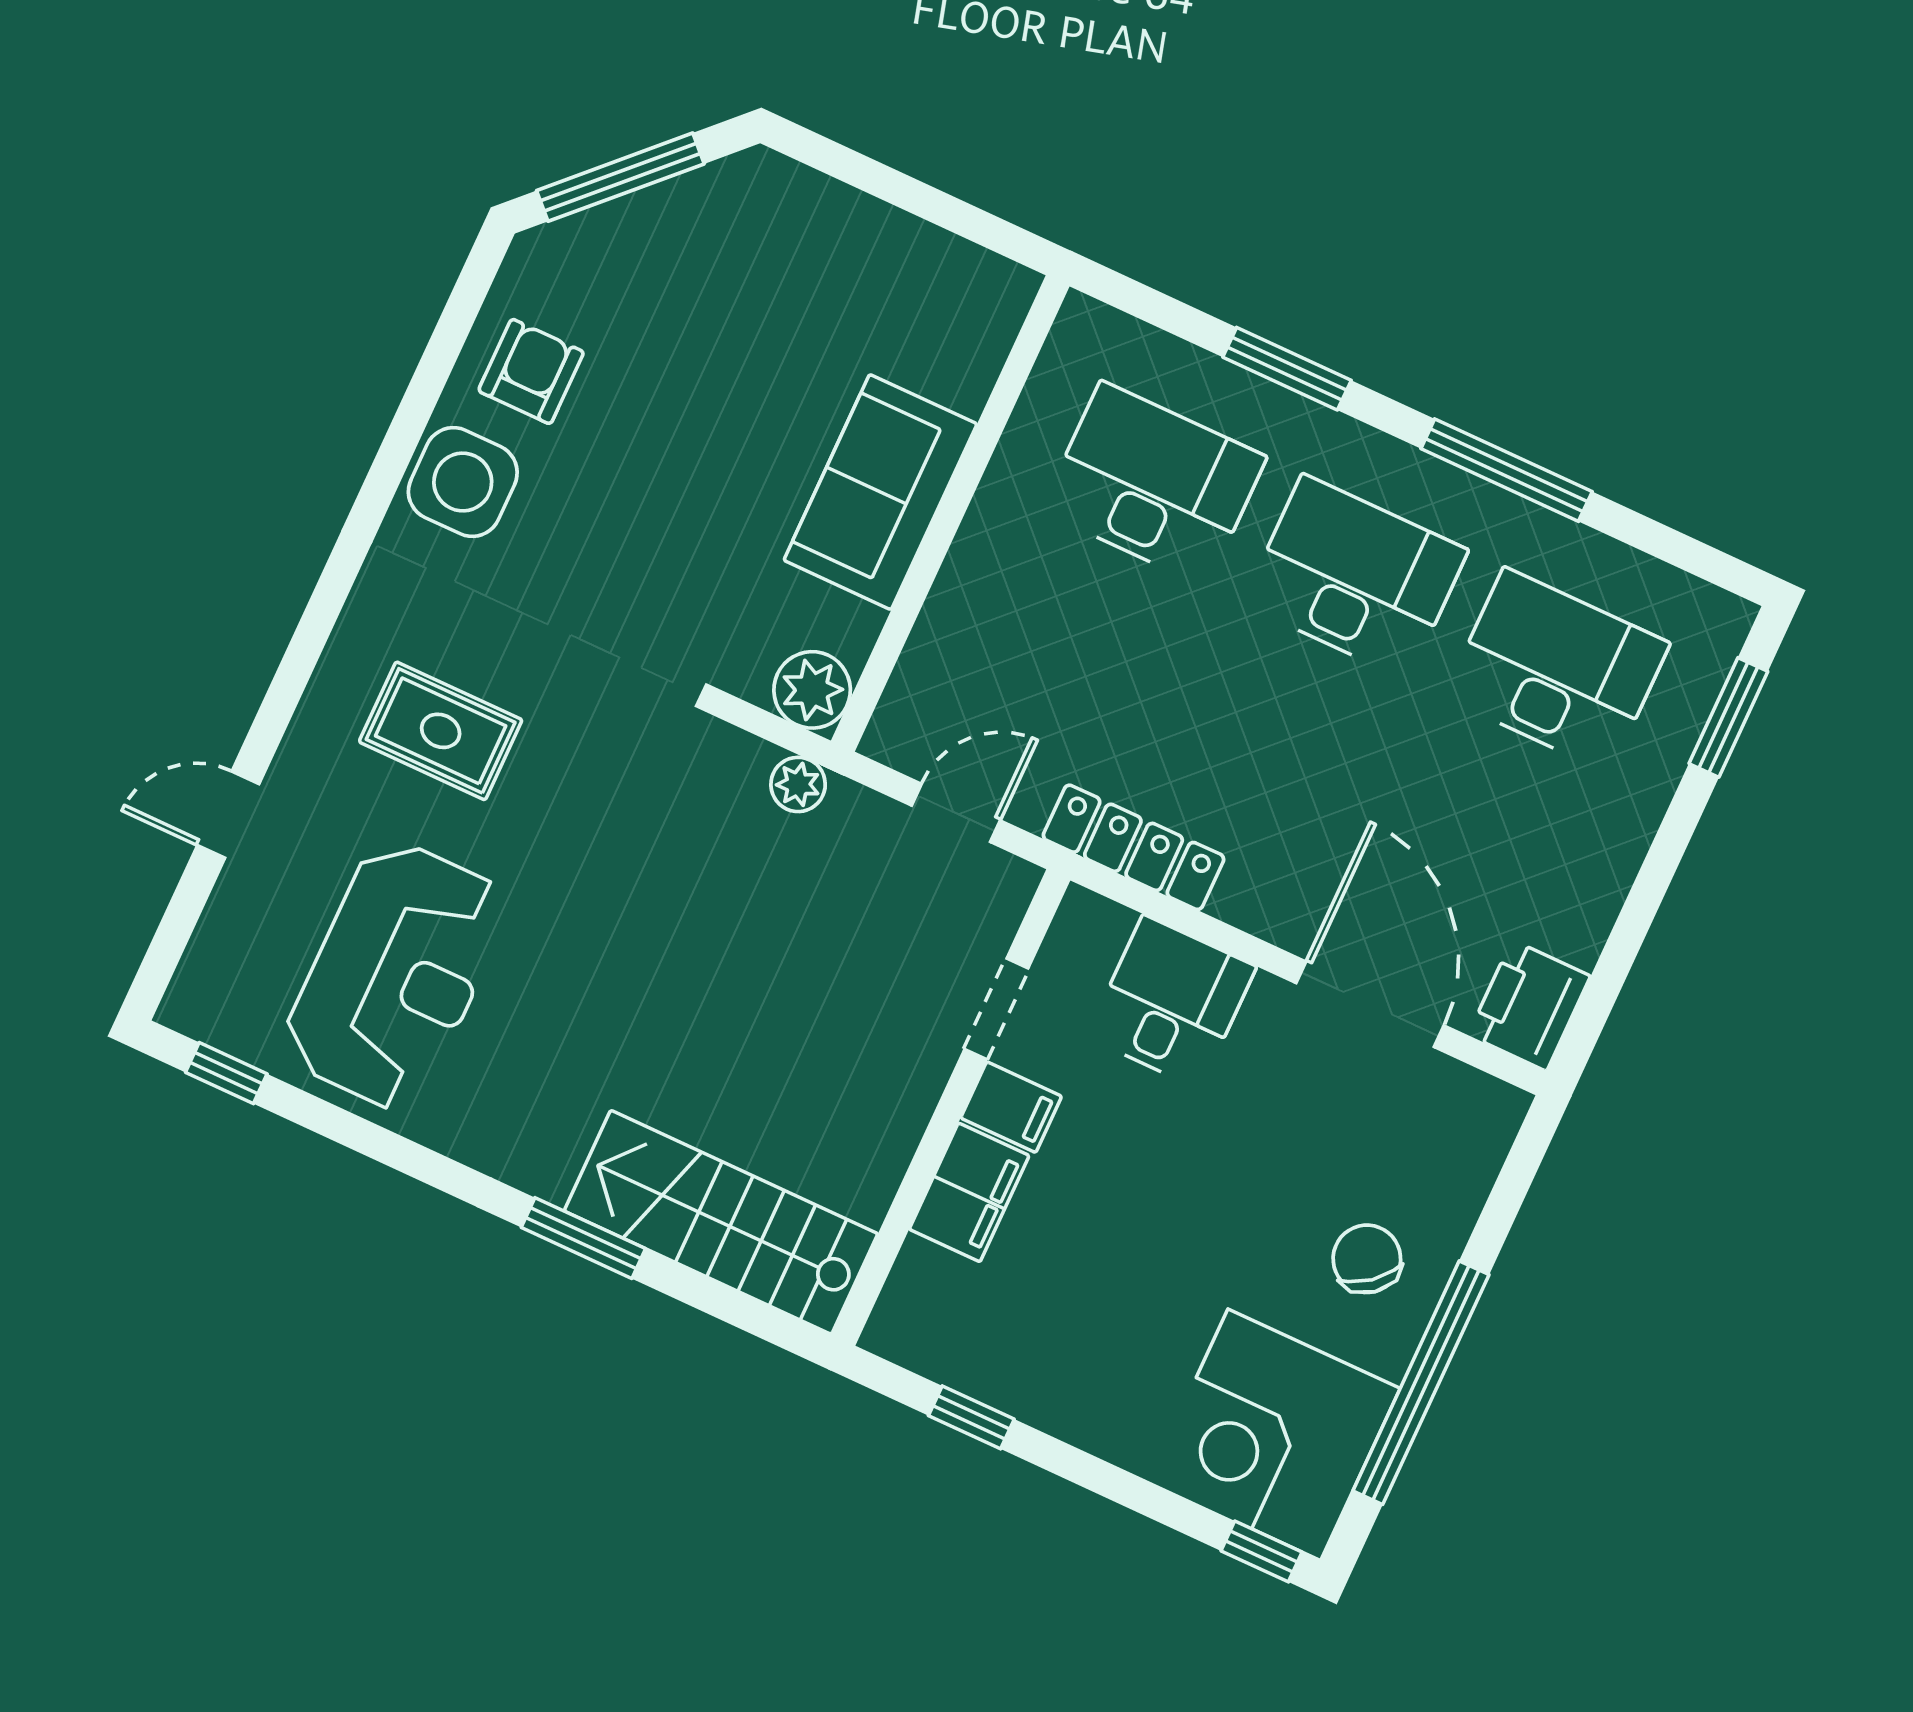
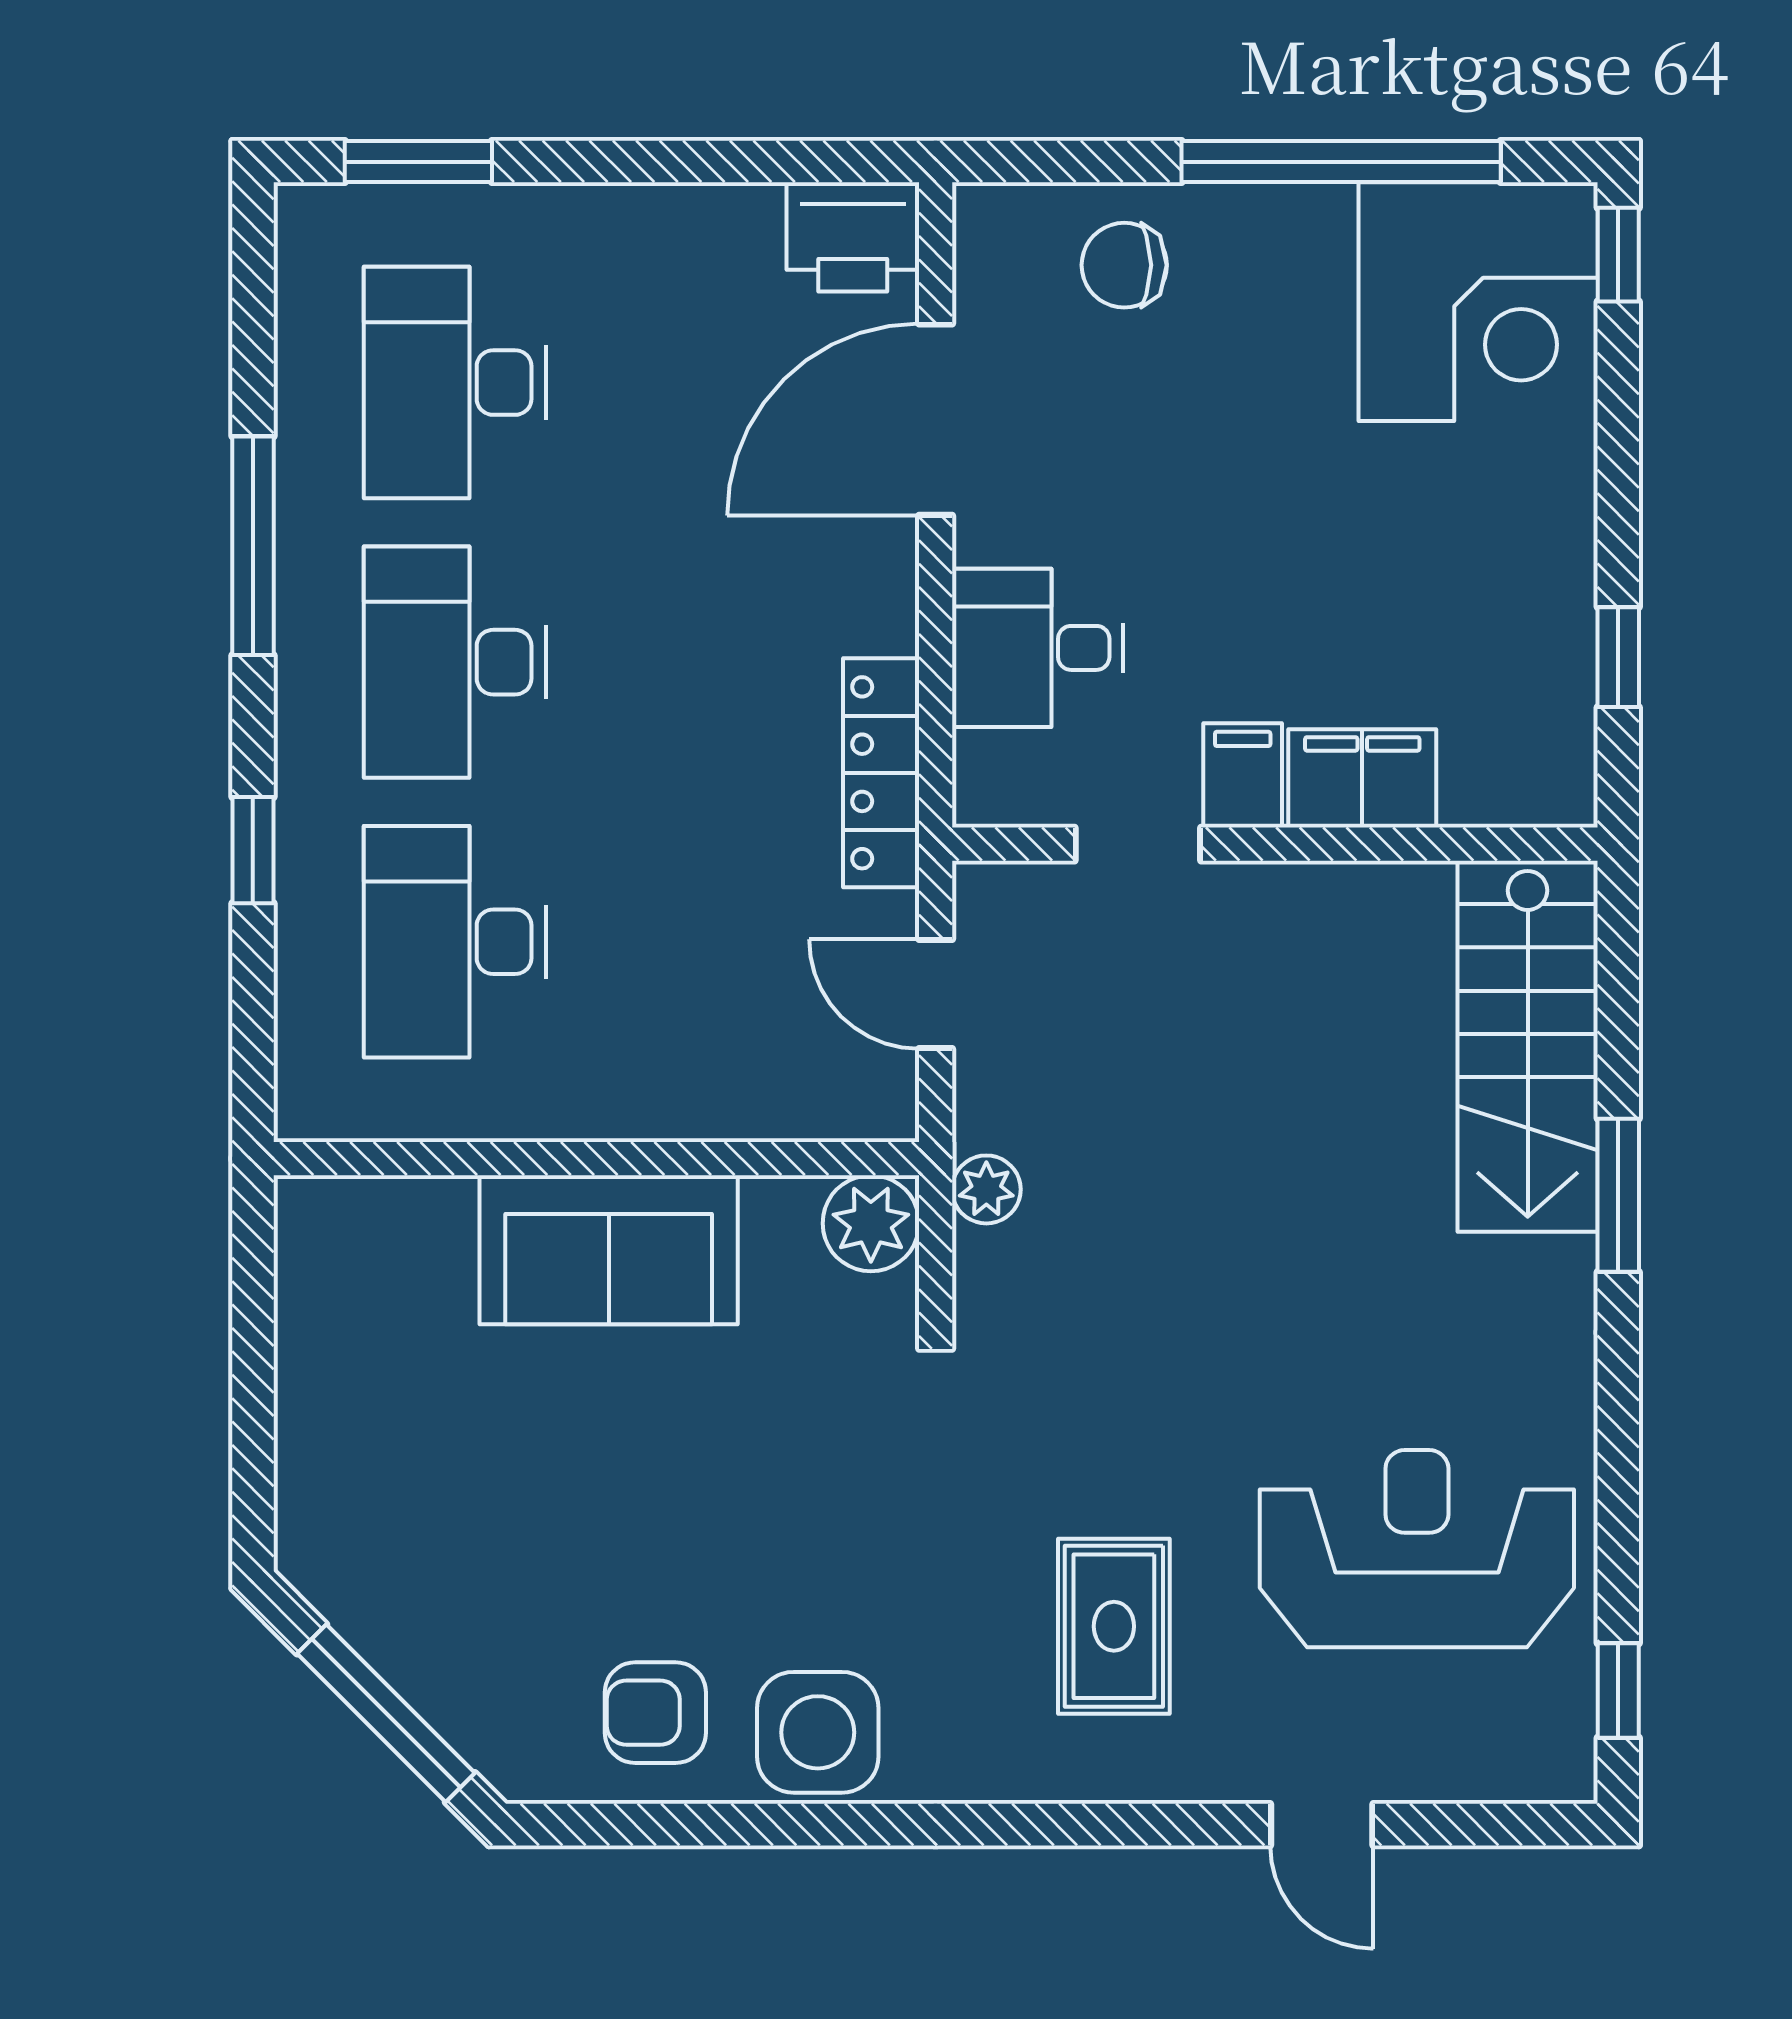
window: (1287, 369) -> (253, 850), width x0.67
chair: (1367, 1259) -> (1124, 265), moved, turned 39

